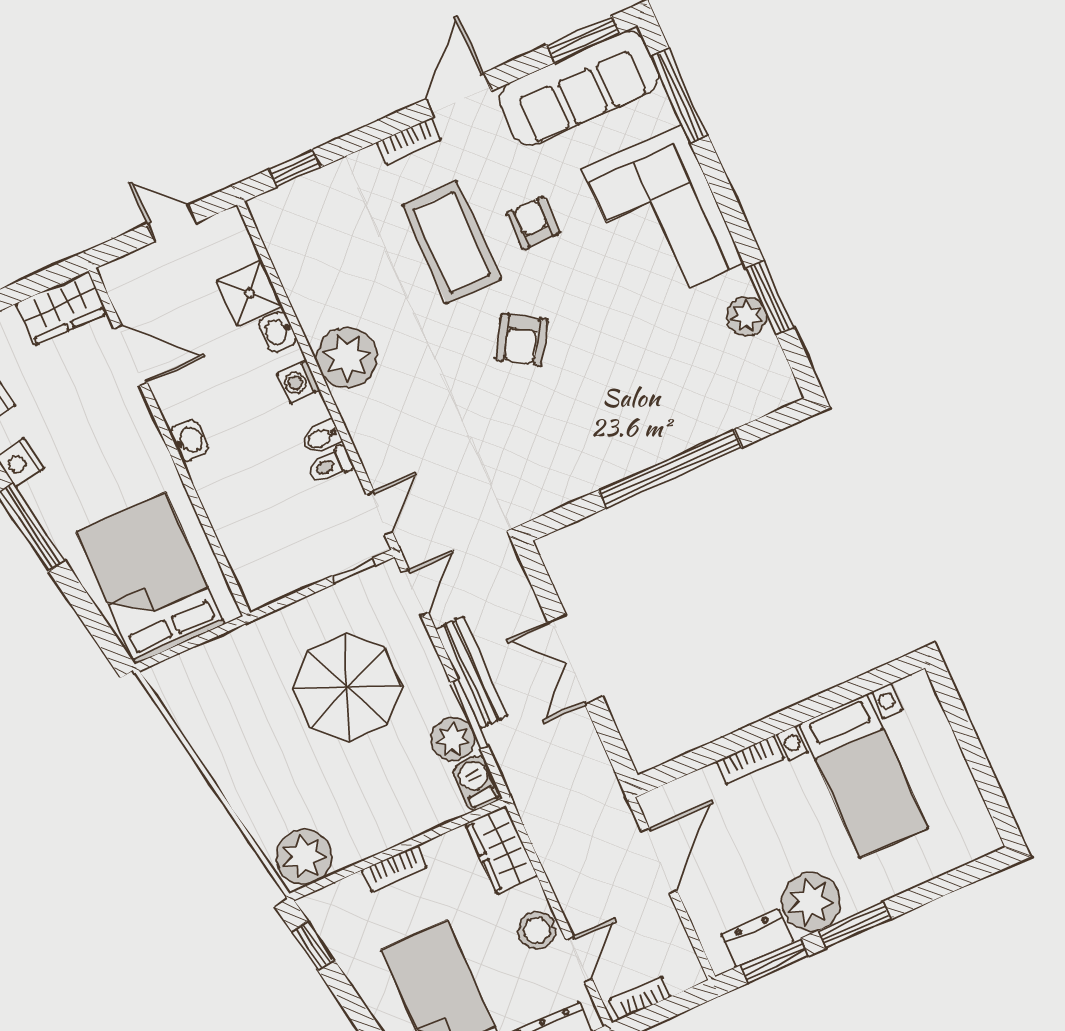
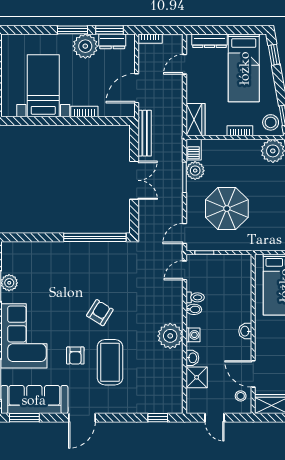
bookcase: (409, 141) -> (109, 409), removed
stool: (136, 296) -> (241, 396), added
window: (670, 469) -> (95, 237), moved
bench: (471, 672) -> (145, 133), moved
stool: (537, 930) -> (271, 122), moved
bookcase: (640, 998) -> (150, 39), moved

